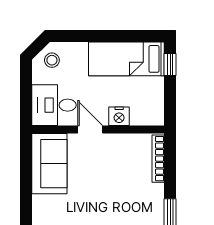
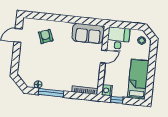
window: (170, 65) -> (117, 100), moved
nightstand: (119, 116) -> (107, 90), moved

